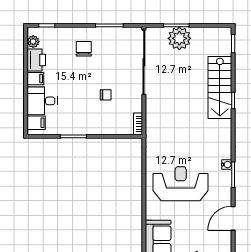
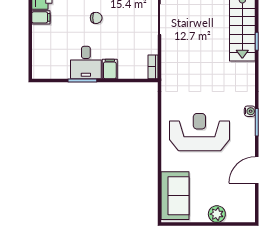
chair: (106, 95) -> (96, 18), moved
desk: (42, 101) -> (86, 63), moved, turned -90
filing cabinet: (36, 123) -> (110, 69), moved, turned -90

